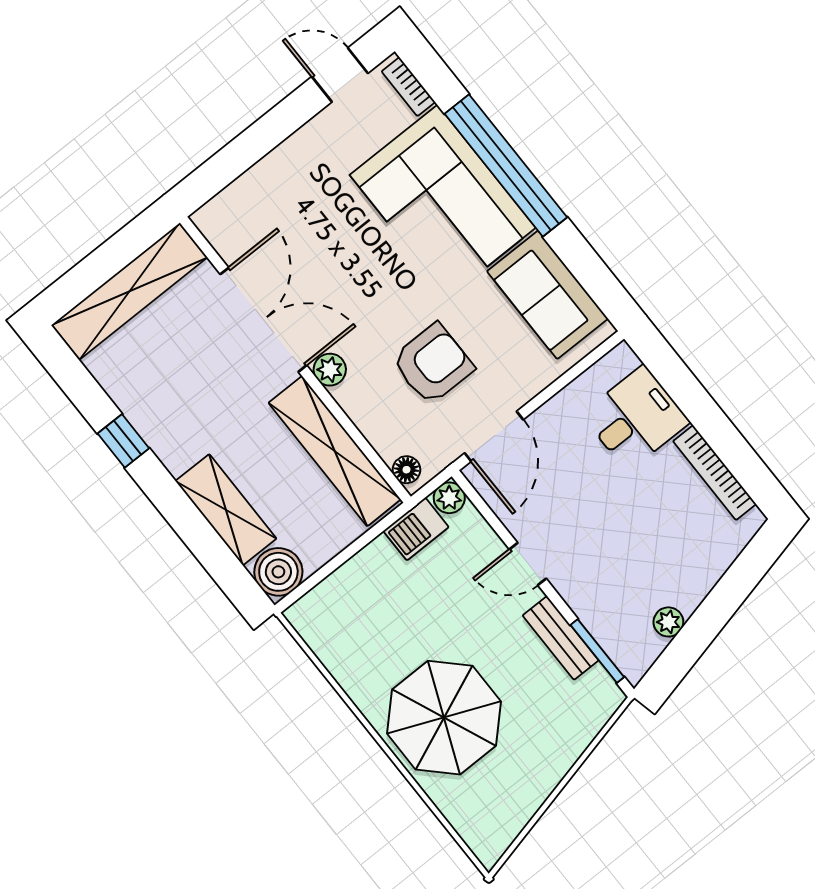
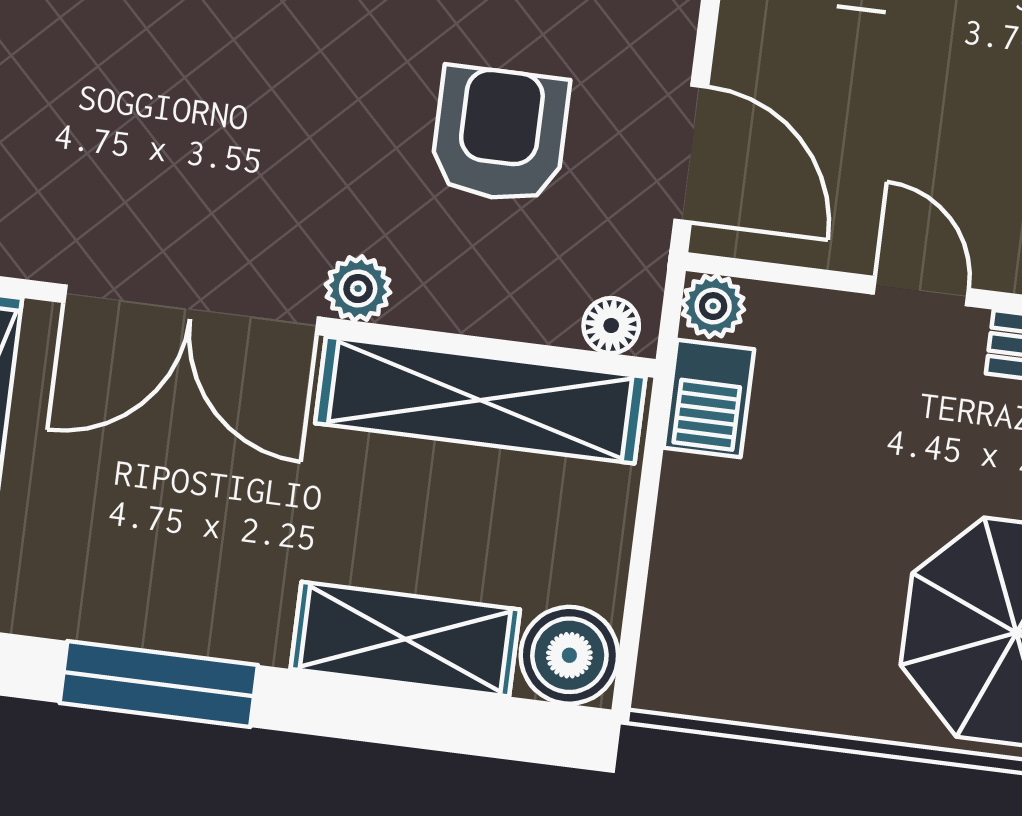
double door: (263, 320) -> (191, 310), swing flipped
window: (123, 441) -> (159, 684), width x2.17
door: (528, 564) -> (921, 291), swing flipped

